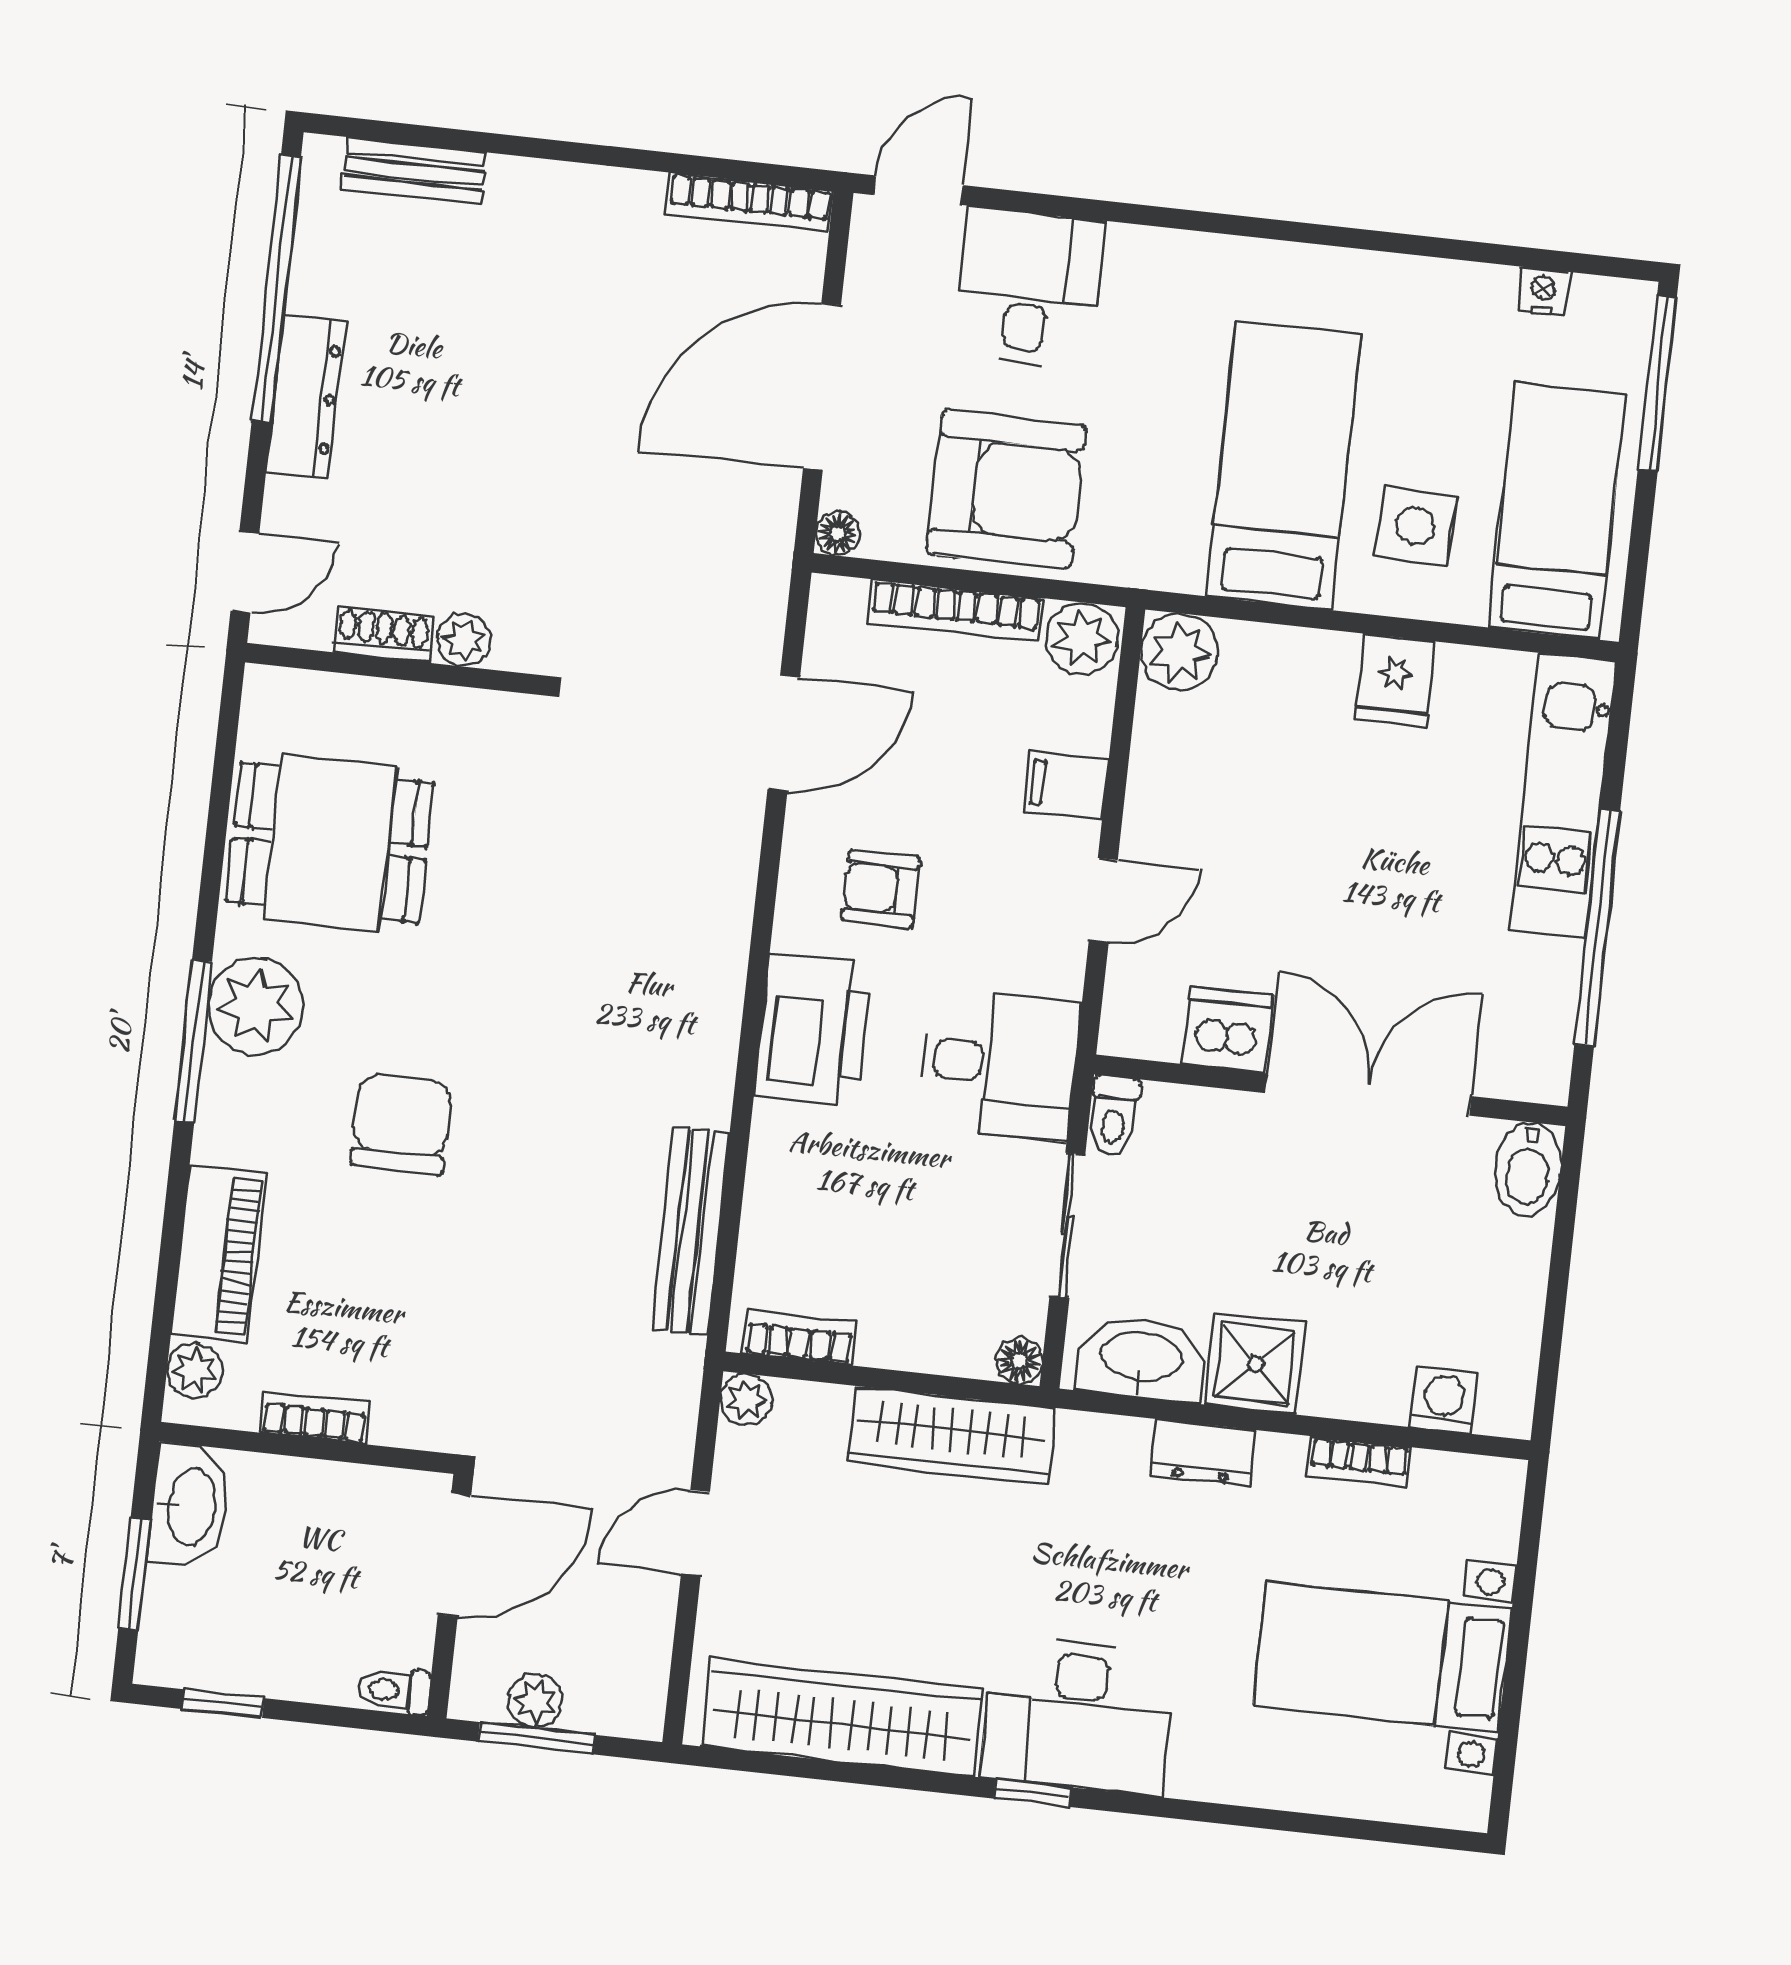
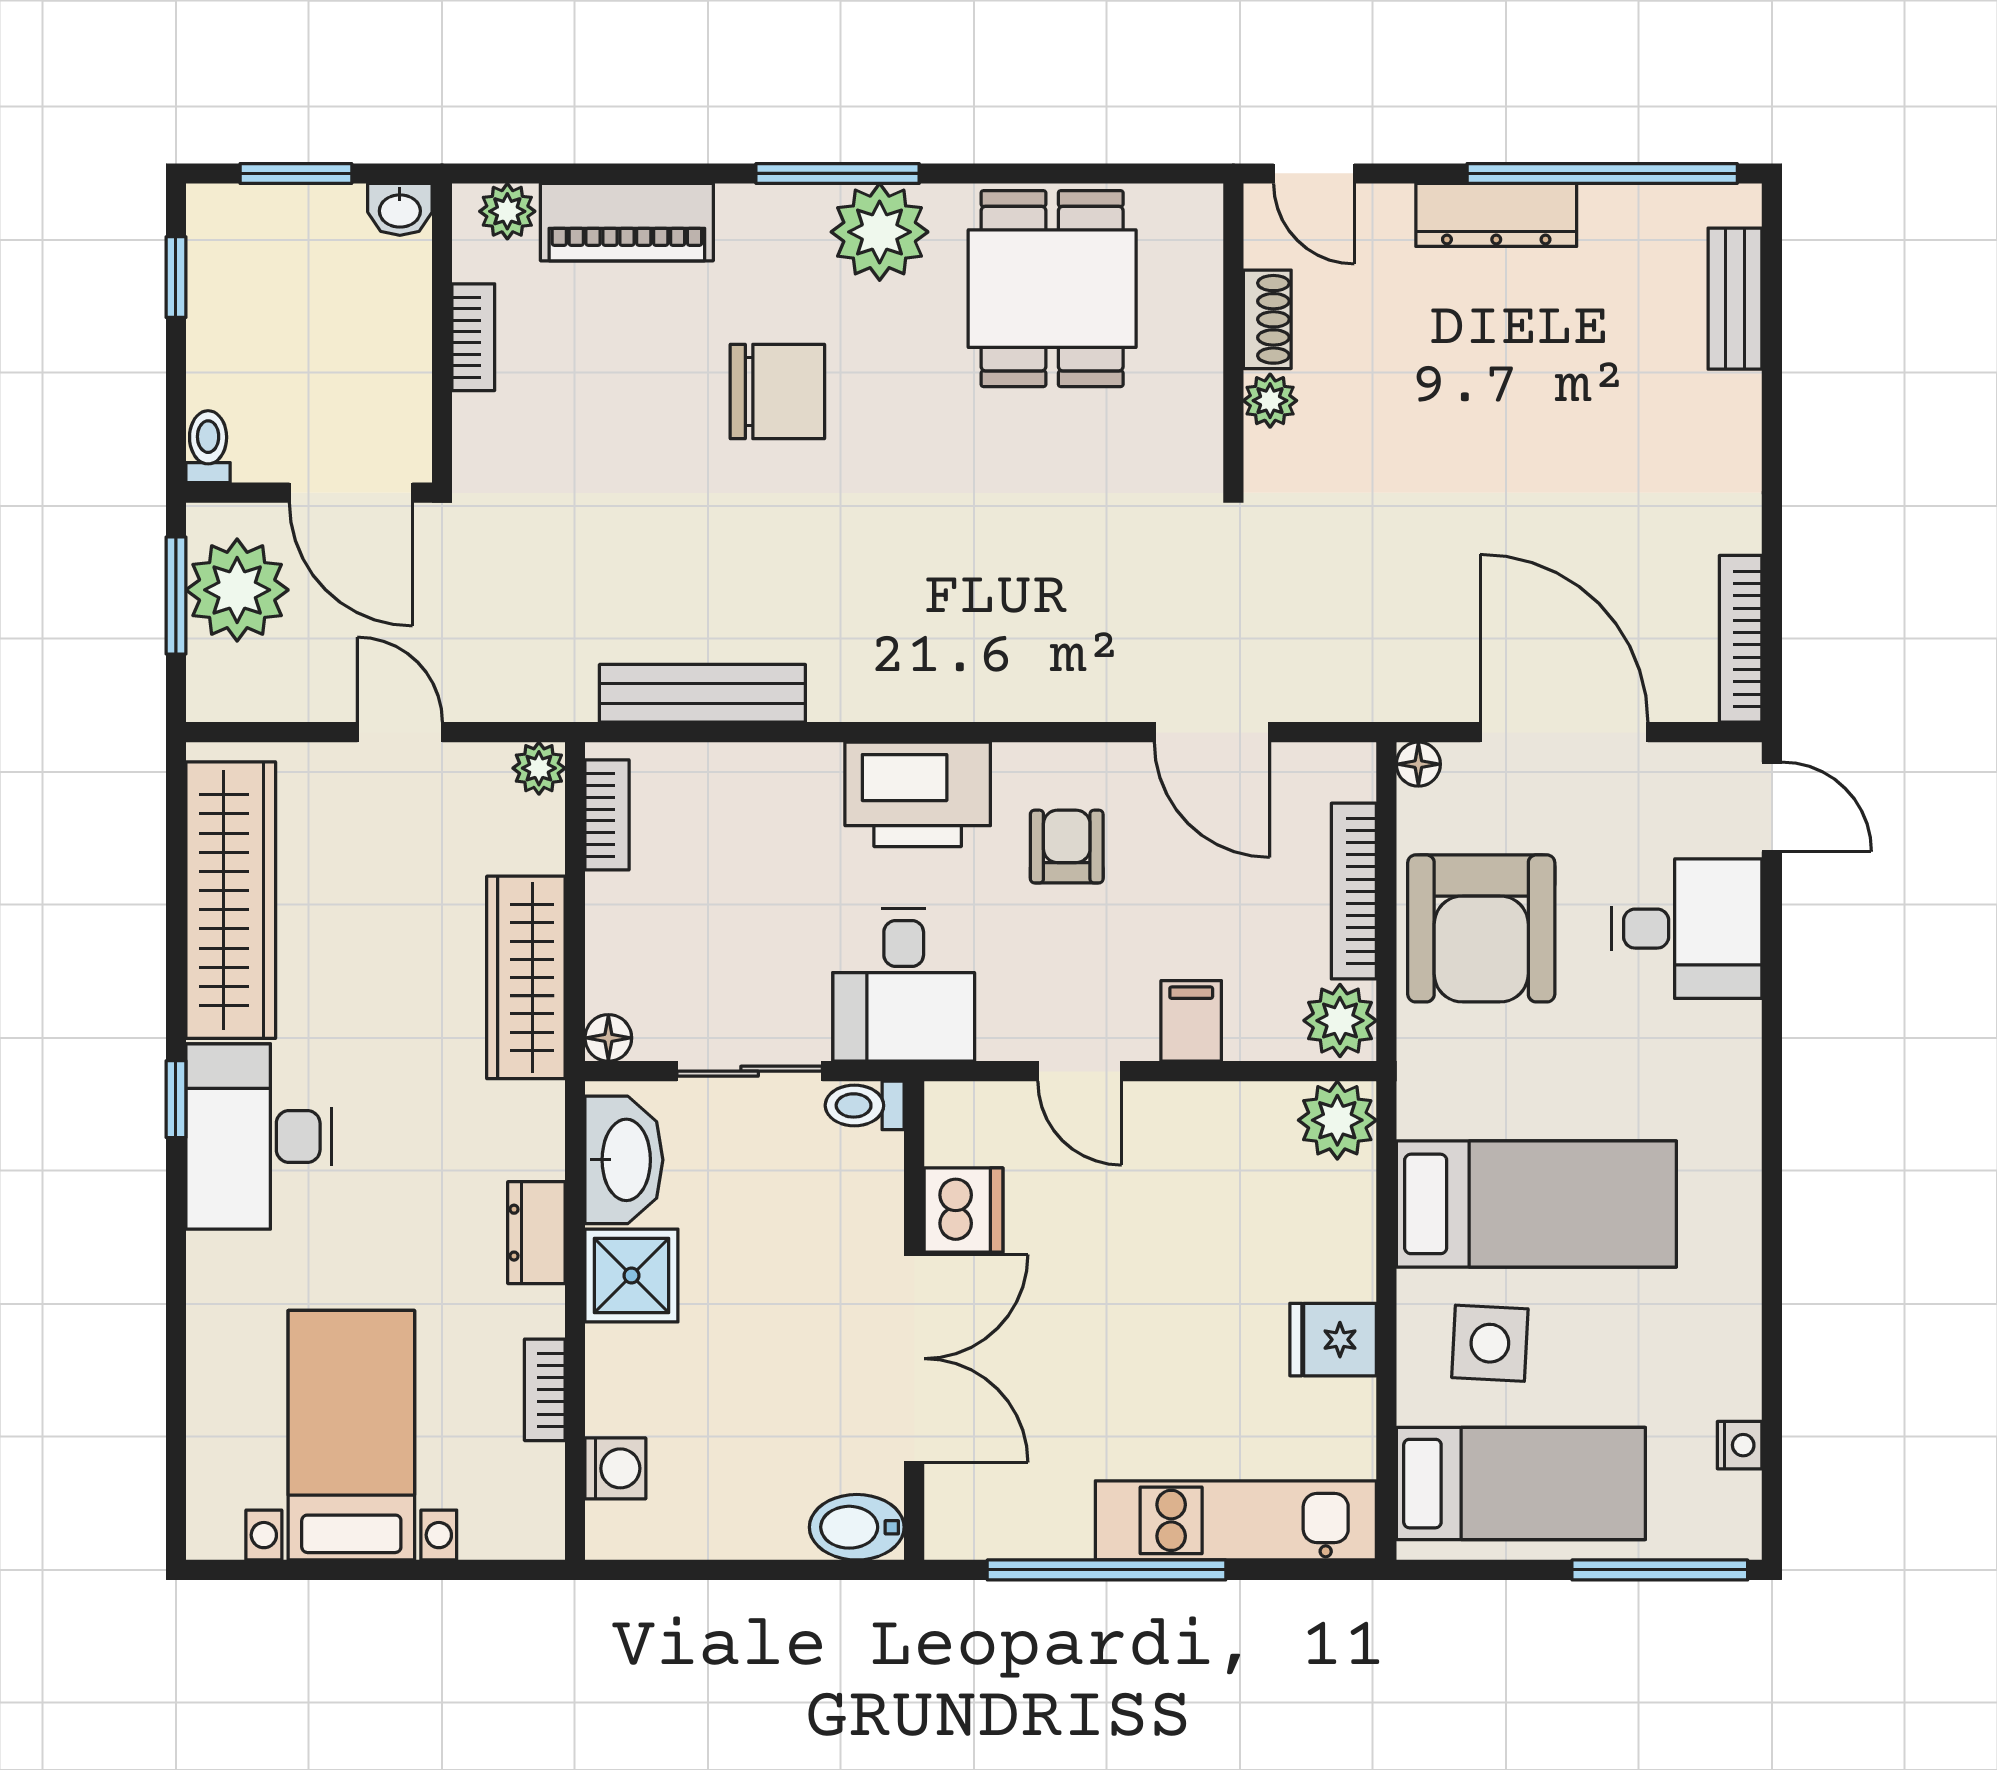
washbasin: (189, 1506) -> (400, 209), width x0.52, depth x0.69
plant: (535, 1701) -> (237, 590), width x1.87, depth x1.87

